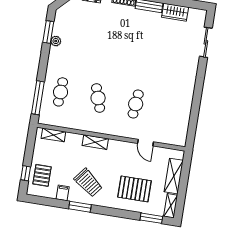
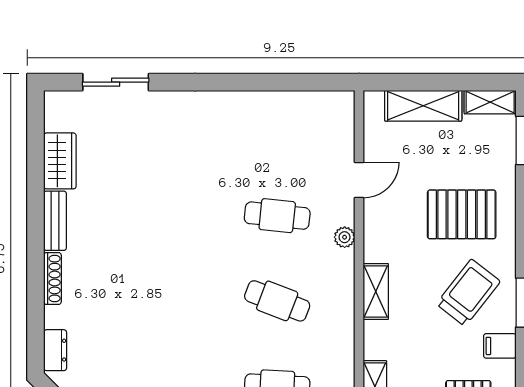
cafe table: (98, 98) -> (277, 301), turned 39
plant: (121, 132) -> (345, 237), added
pallet: (134, 189) -> (462, 214), moved, turned 90

